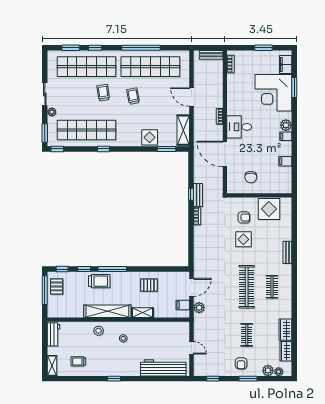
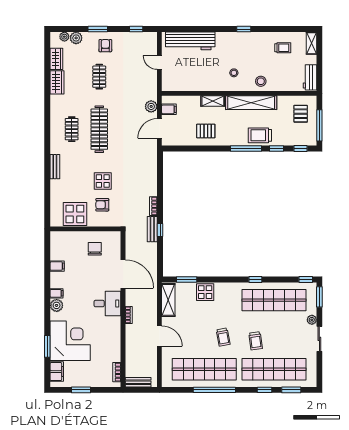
pallet: (57, 286) -> (301, 114), moved

